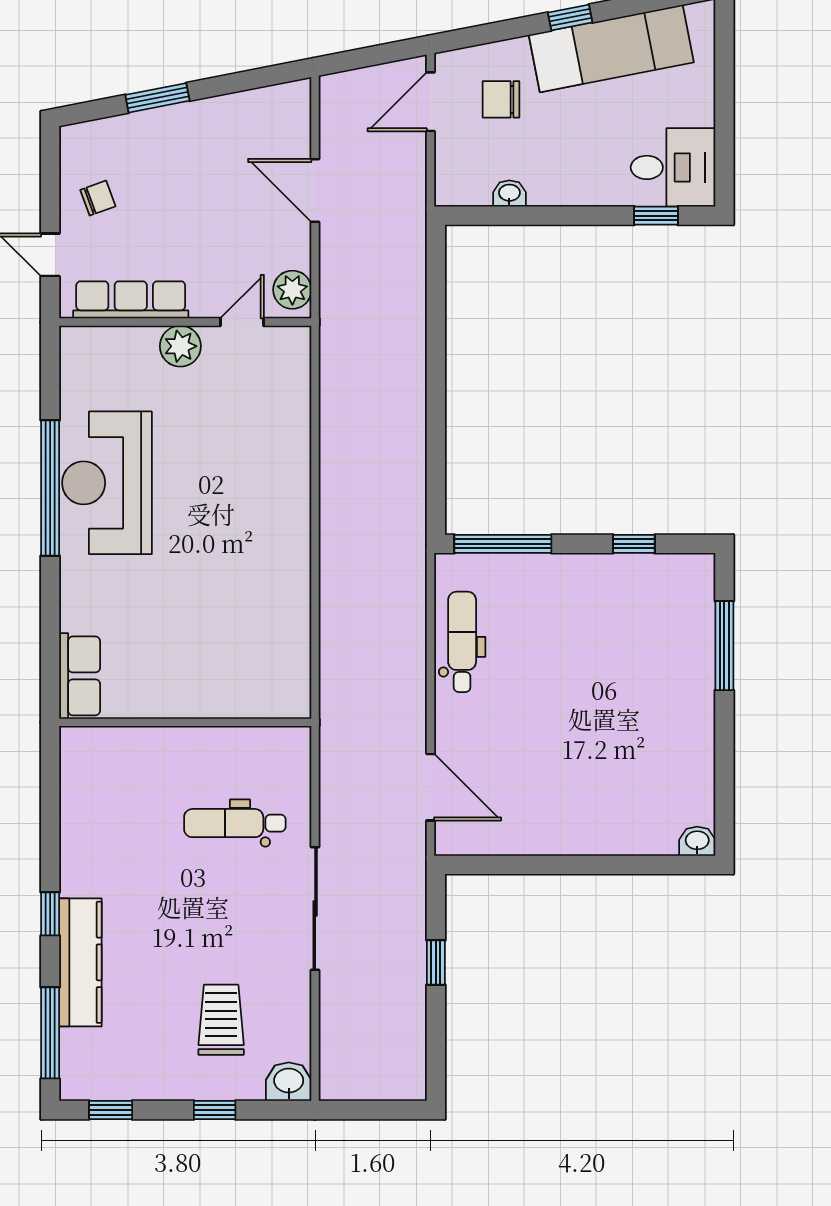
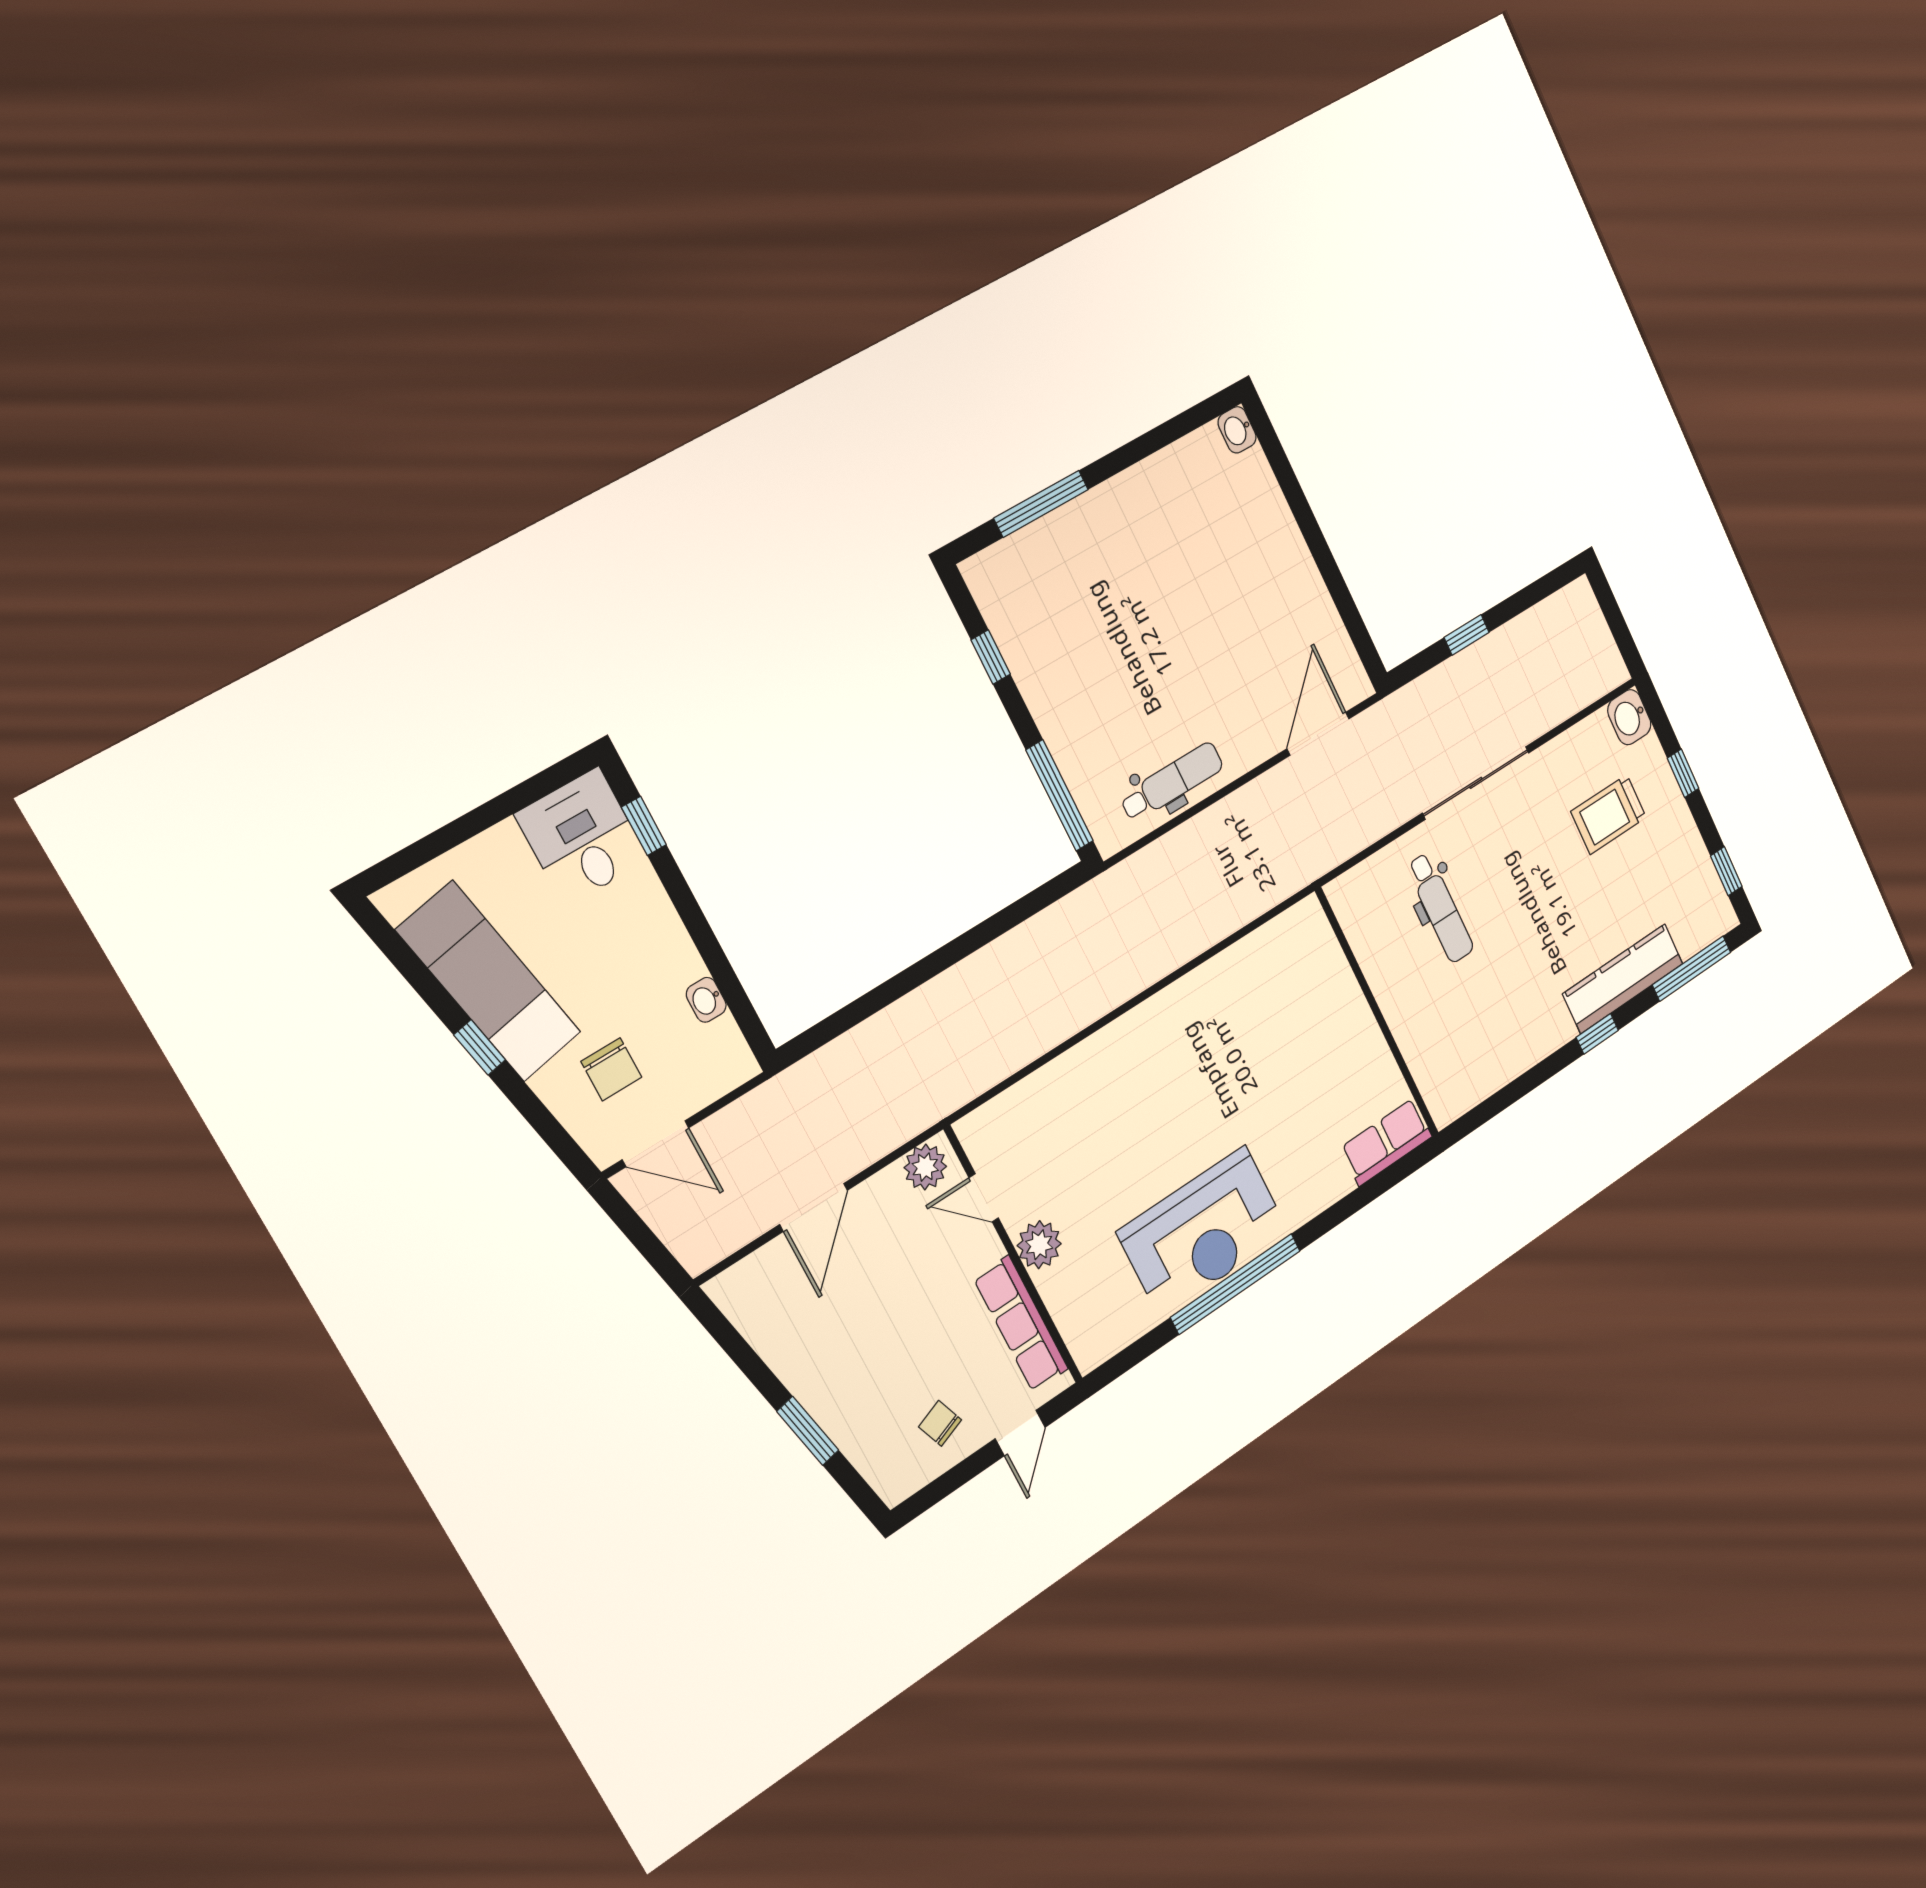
dental chair: (462, 642) -> (1172, 782), turned 180

